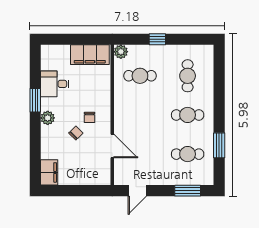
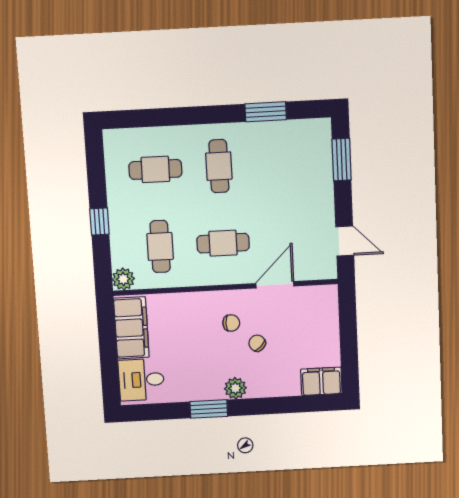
desk: (55, 84) -> (141, 380), moved, turned 90
cafe table: (188, 154) -> (223, 243), moved, turned 90

